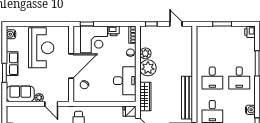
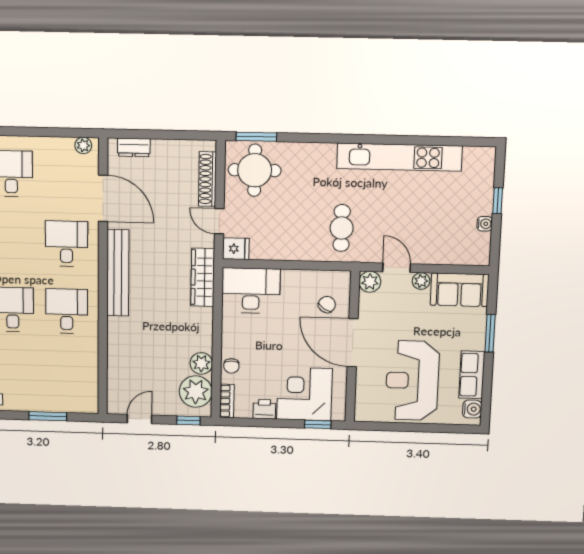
door: (176, 24) -> (139, 419), swing flipped
row of seats: (12, 64) -> (472, 375), moved
door: (71, 66) -> (353, 343), hinge flipped
plant: (148, 68) -> (196, 392), moved
desk: (125, 81) -> (251, 290), moved, turned 90
plant: (64, 97) -> (370, 282), added

